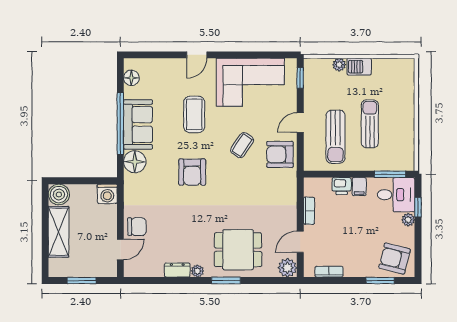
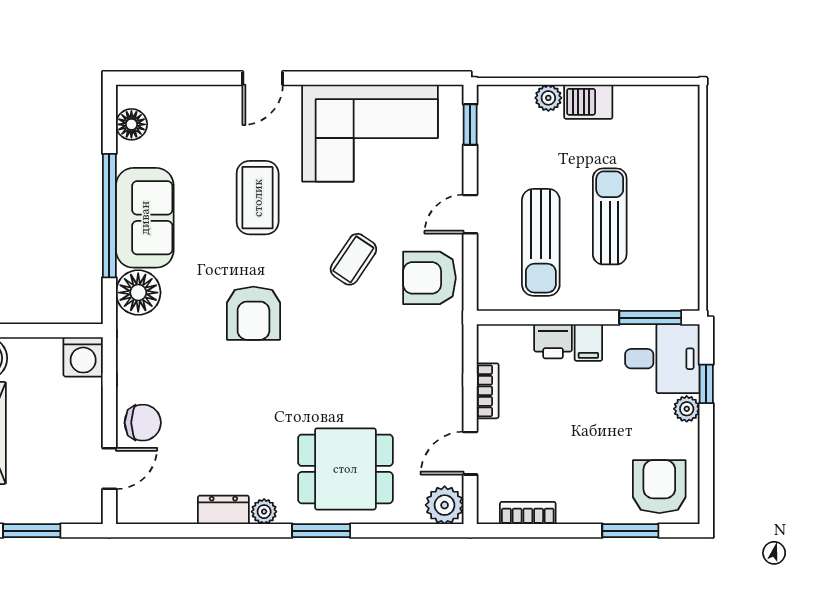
armchair: (395, 259) -> (659, 487), turned 76

